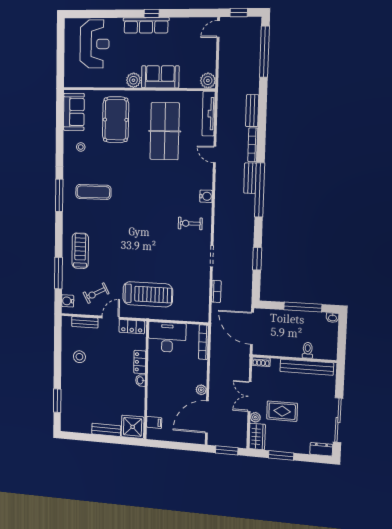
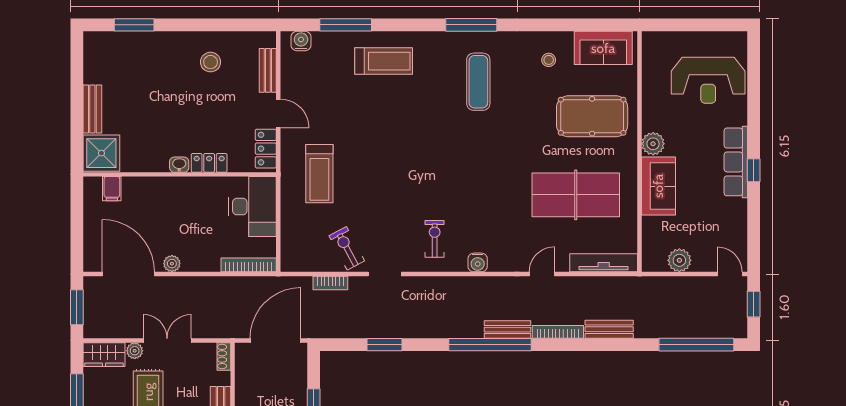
plant: (208, 81) -> (679, 260), moved
exercise bike: (96, 293) -> (347, 248), moved
treadmill: (148, 294) -> (319, 174), width x0.73, depth x0.73

